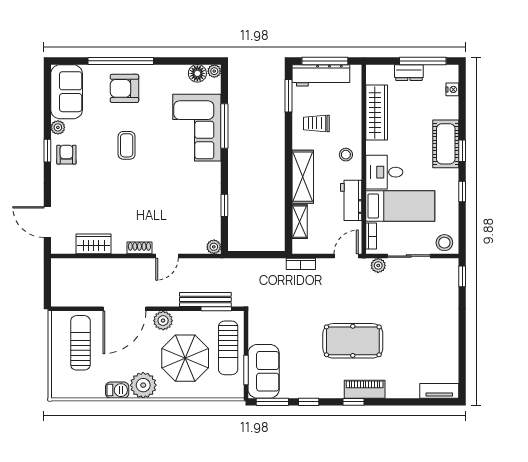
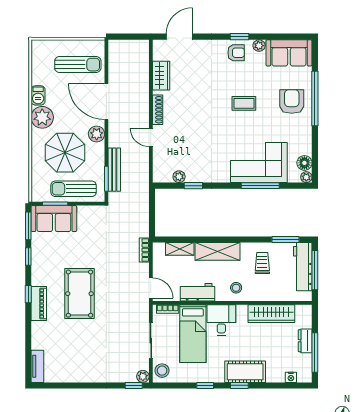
plant: (214, 247) -> (179, 177), moved
shoe rack: (139, 248) -> (158, 110), width x1.43
plant: (378, 265) -> (143, 376), moved

